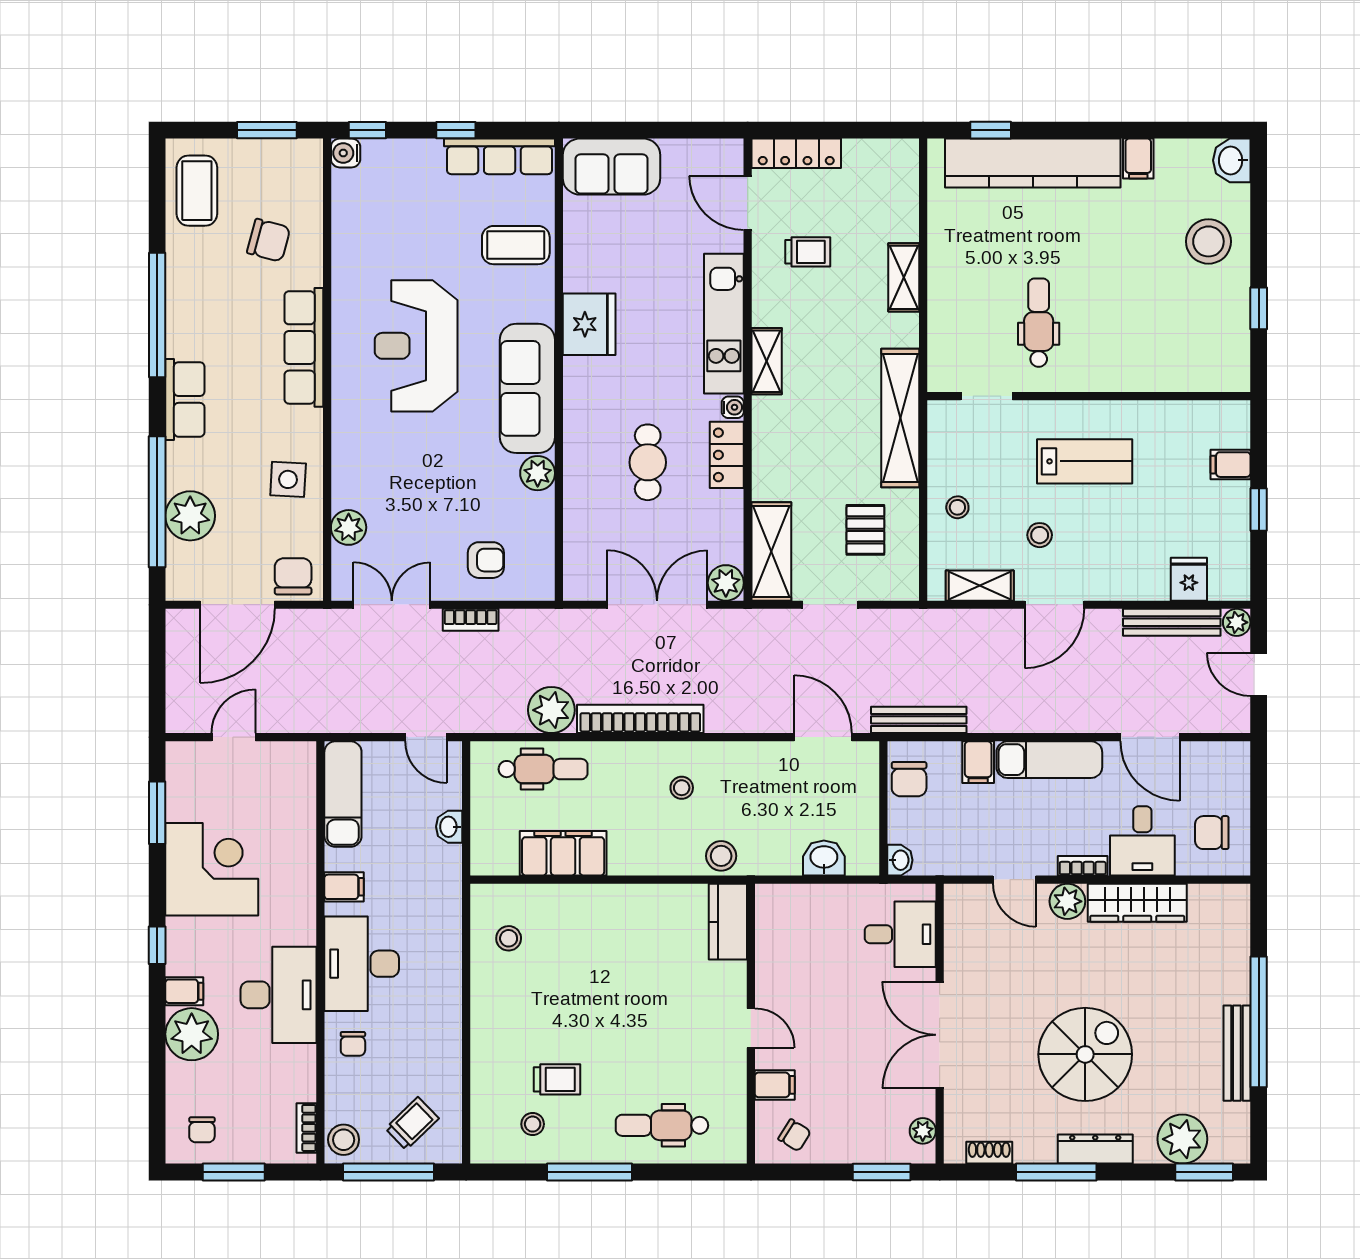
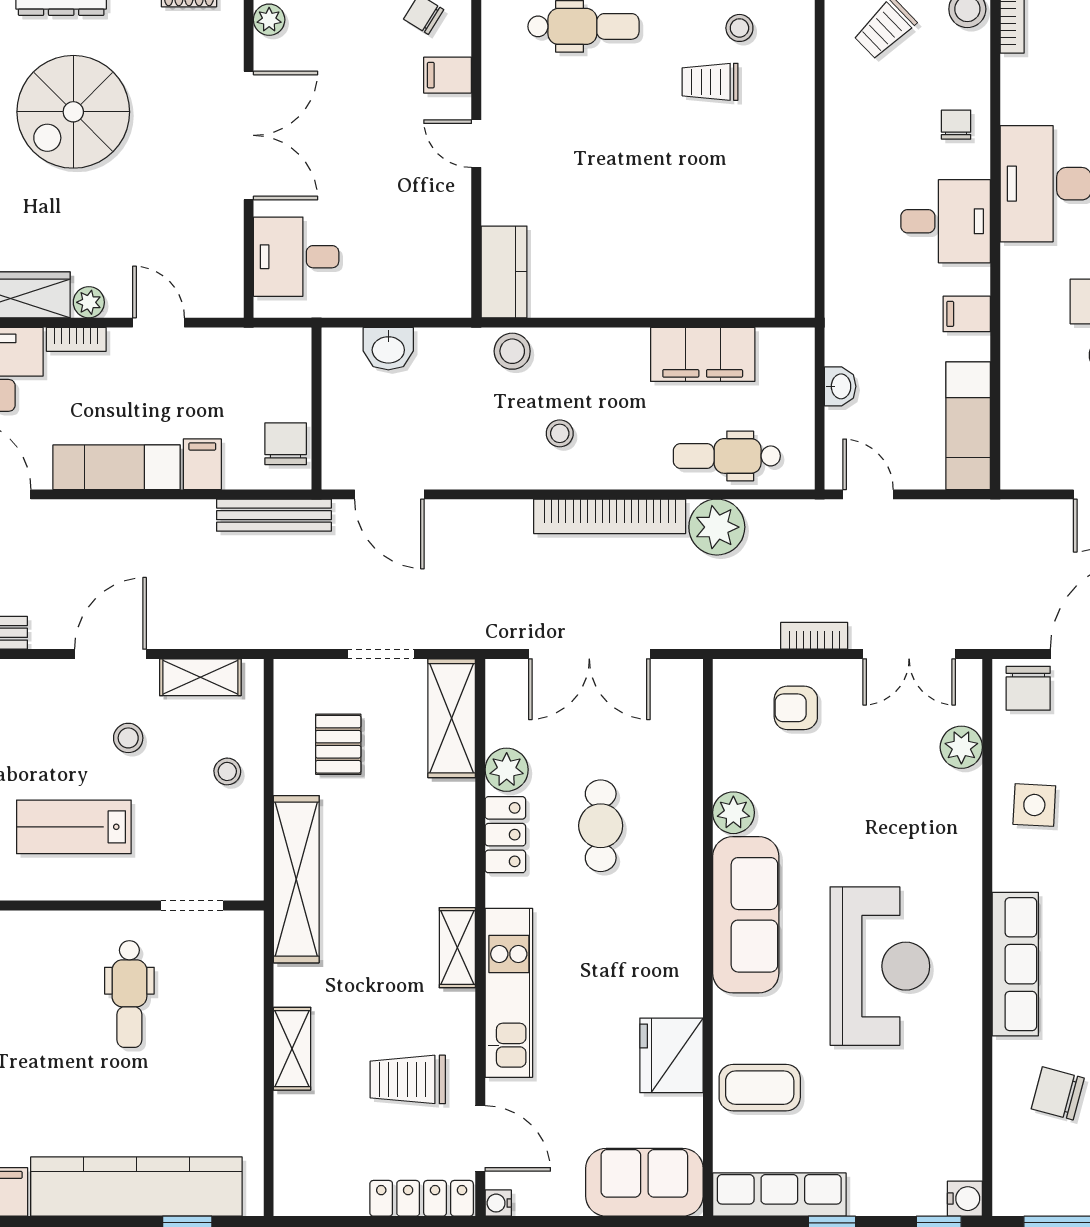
trolley: (808, 252) -> (408, 1079), width x1.36, depth x1.39
fridge: (589, 324) -> (671, 1055), moved
water cooler: (733, 407) -> (498, 1203), moved
plant: (726, 583) -> (507, 770), moved
washbasin: (900, 860) -> (297, 346), removed
plant: (1067, 901) -> (89, 302), width x0.73, depth x0.73
stool: (509, 938) -> (768, 252), removed
desk: (362, 964) -> (946, 221), width x0.73

